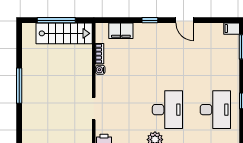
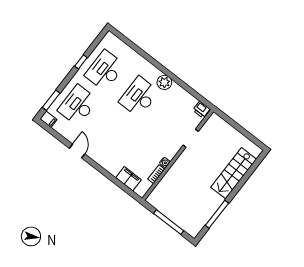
window: (150, 20) -> (102, 170), removed
stairs: (64, 33) -> (234, 173), moved, turned -90
desk: (215, 61) -> (78, 105), added
window: (19, 86) -> (217, 214), moved

